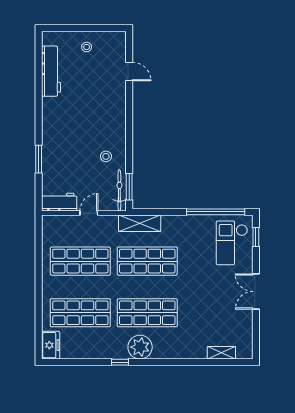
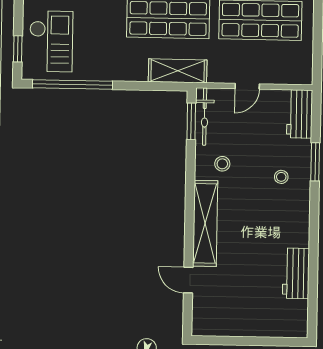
stool: (87, 47) -> (281, 177), moved
workbench: (51, 71) -> (296, 273), width x0.73
shelving: (118, 113) -> (205, 223), added
workbench: (59, 202) -> (300, 114), moved, turned 90

